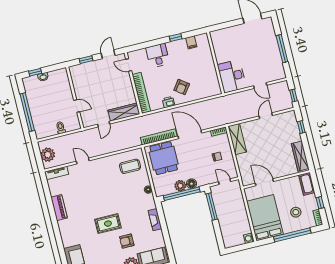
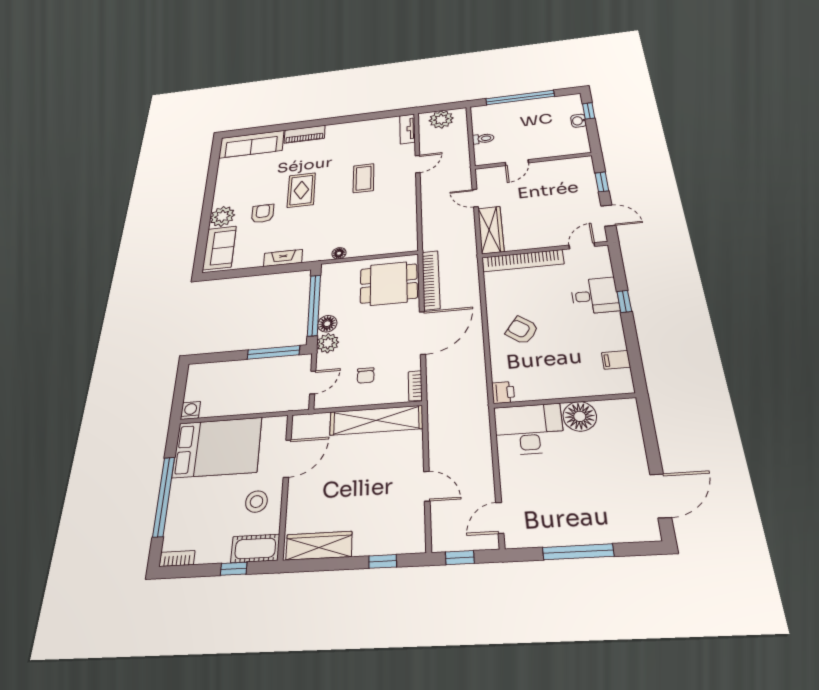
window: (176, 37) -> (624, 301), moved
floor lamp: (222, 55) -> (580, 416), added
door: (260, 86) -> (500, 518), moved
printer: (168, 102) -> (503, 392), moved
shelving: (237, 139) -> (376, 420), width x1.47
coffee table: (130, 166) -> (364, 178), moved
plant: (180, 186) -> (328, 343), moved
window: (320, 203) -> (234, 569), moved
piano: (59, 208) -> (305, 134), moved
stool: (296, 212) -> (256, 502), moved

